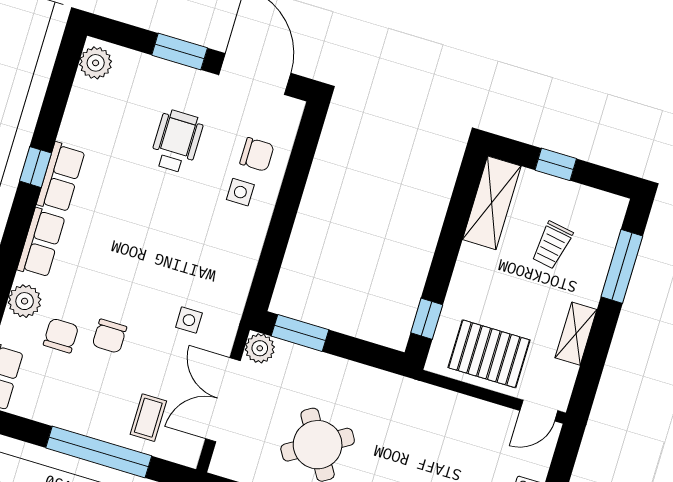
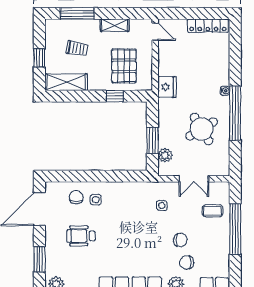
window: (180, 51) -> (39, 259), moved
window: (427, 319) -> (115, 96), moved
window: (300, 333) -> (152, 140), moved
plant: (260, 348) -> (165, 155), moved
pallet: (489, 354) -> (124, 66), moved
double door: (223, 400) -> (194, 179), width x0.73
fridge: (422, 401) -> (167, 87), added

